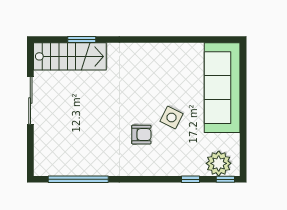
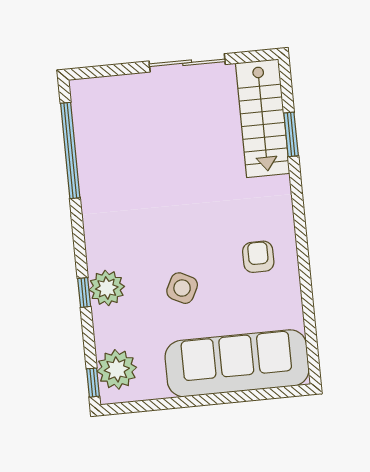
armchair: (141, 135) -> (258, 257), moved, turned 180
plant: (167, 165) -> (107, 288), added
window: (190, 179) -> (84, 293), moved

